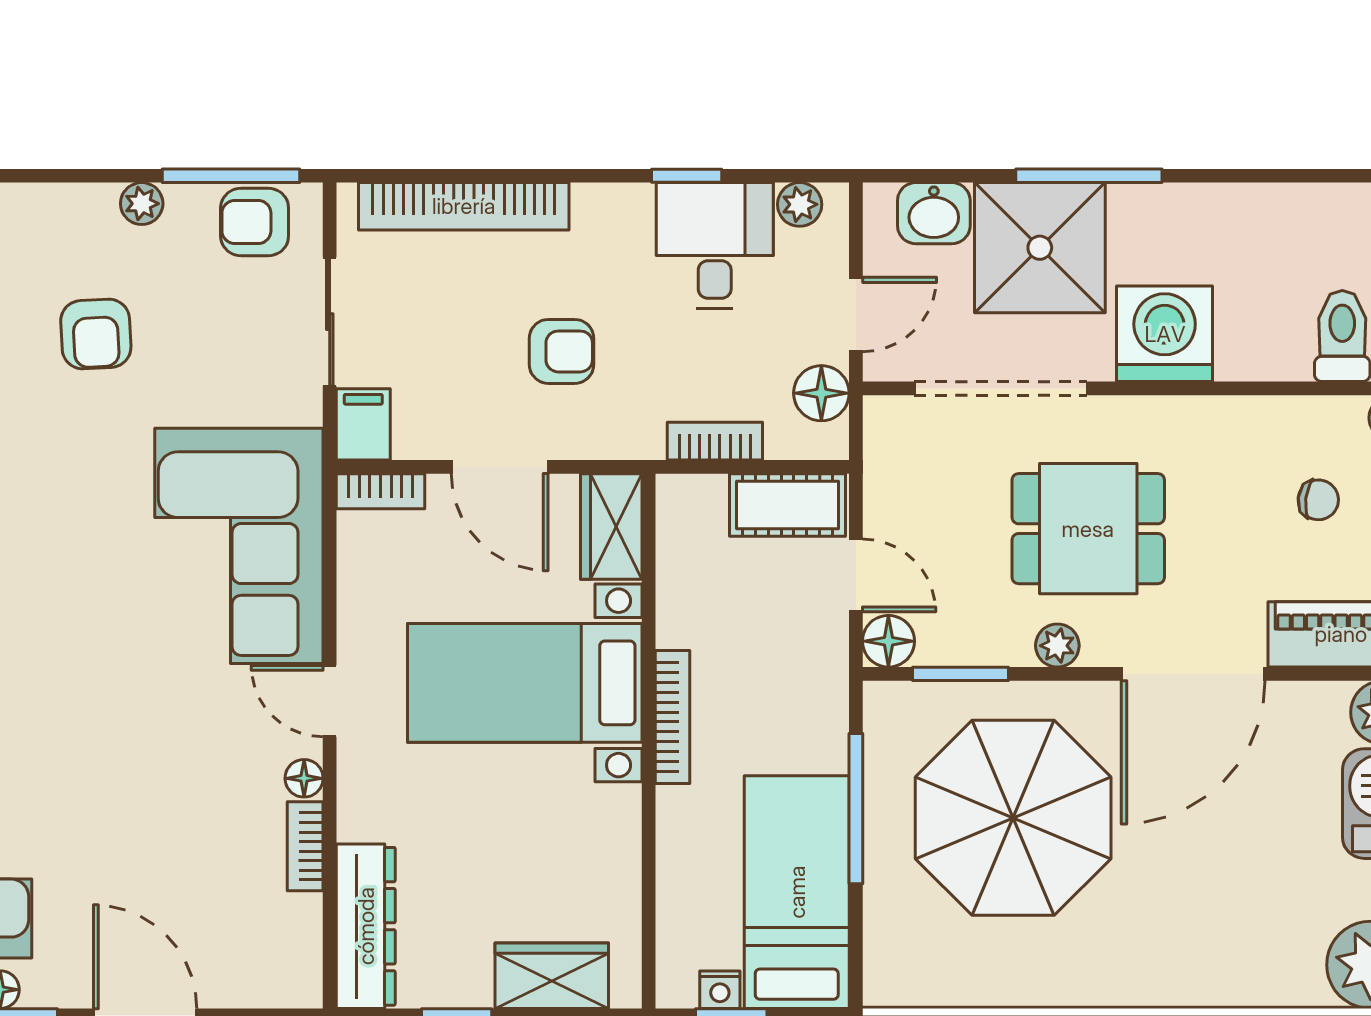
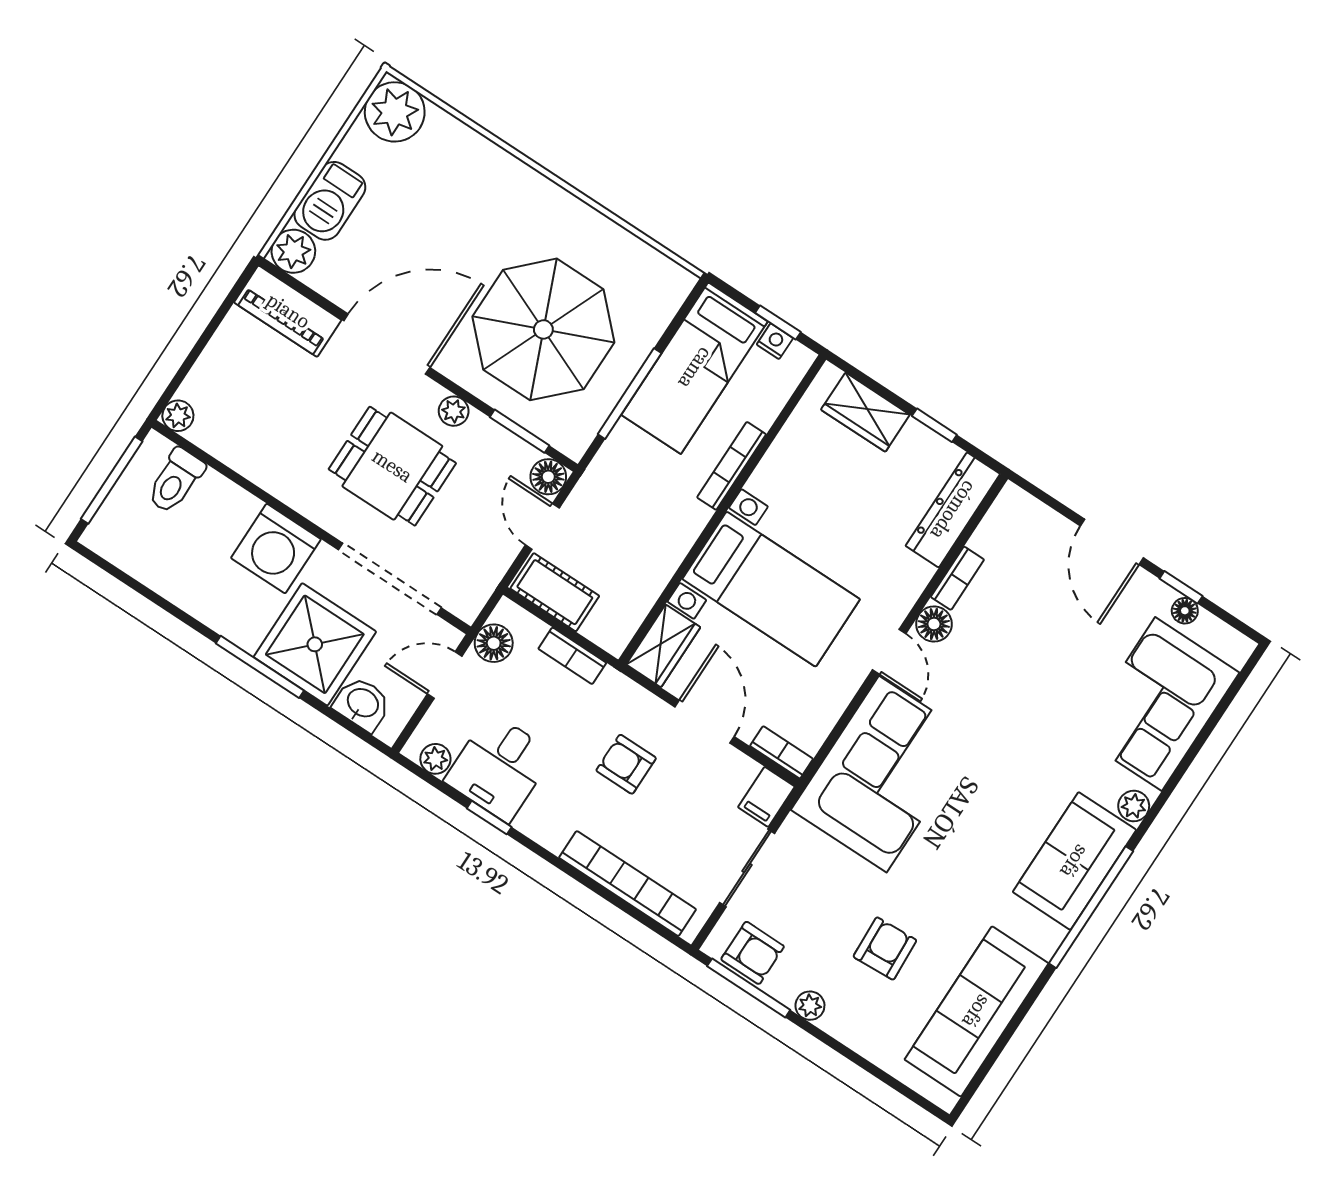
chair: (1318, 500) -> (250, 396), removed
bookcase: (672, 717) -> (732, 466), moved
floor lamp: (304, 778) -> (934, 624), width x1.37, depth x1.37

